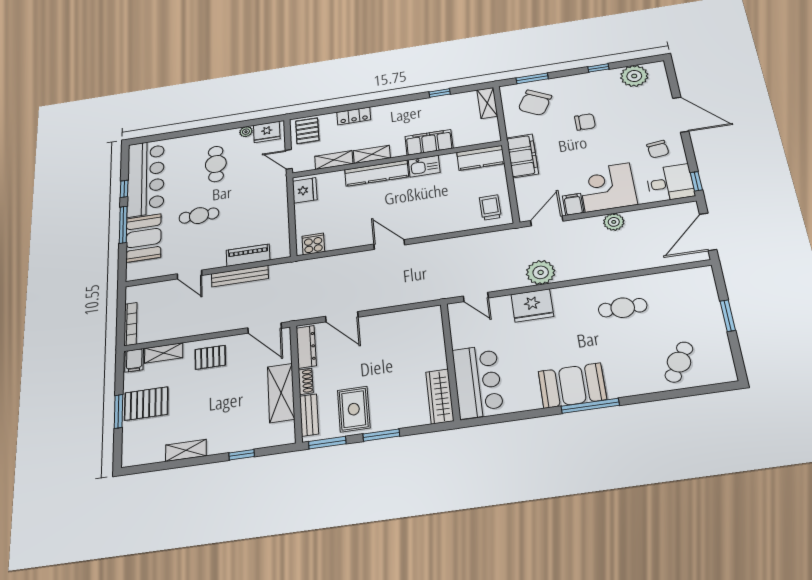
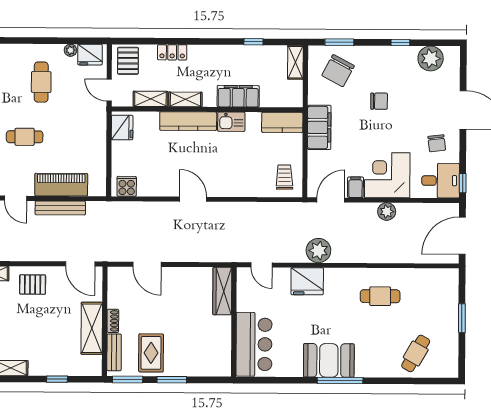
piano: (248, 255) -> (61, 185), width x1.37, depth x1.33
dresser: (306, 347) -> (115, 288), removed
wardrobe: (440, 396) -> (222, 291), moved

